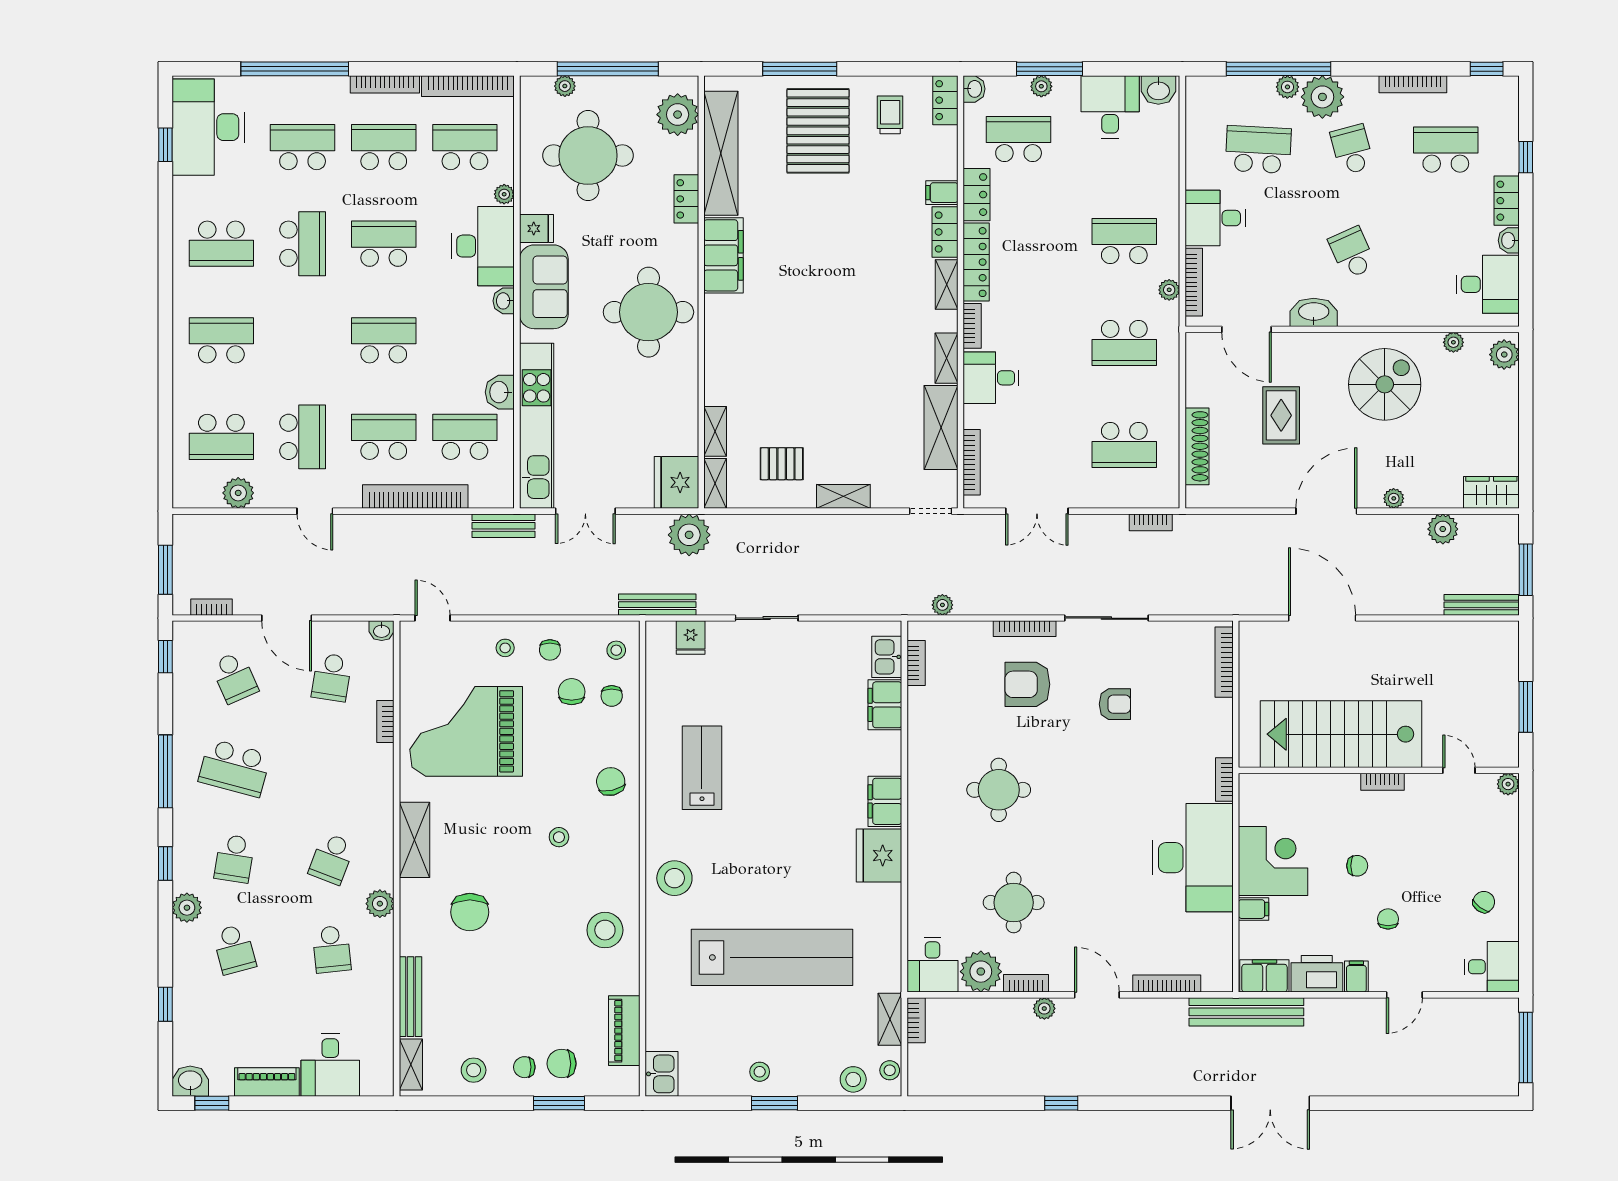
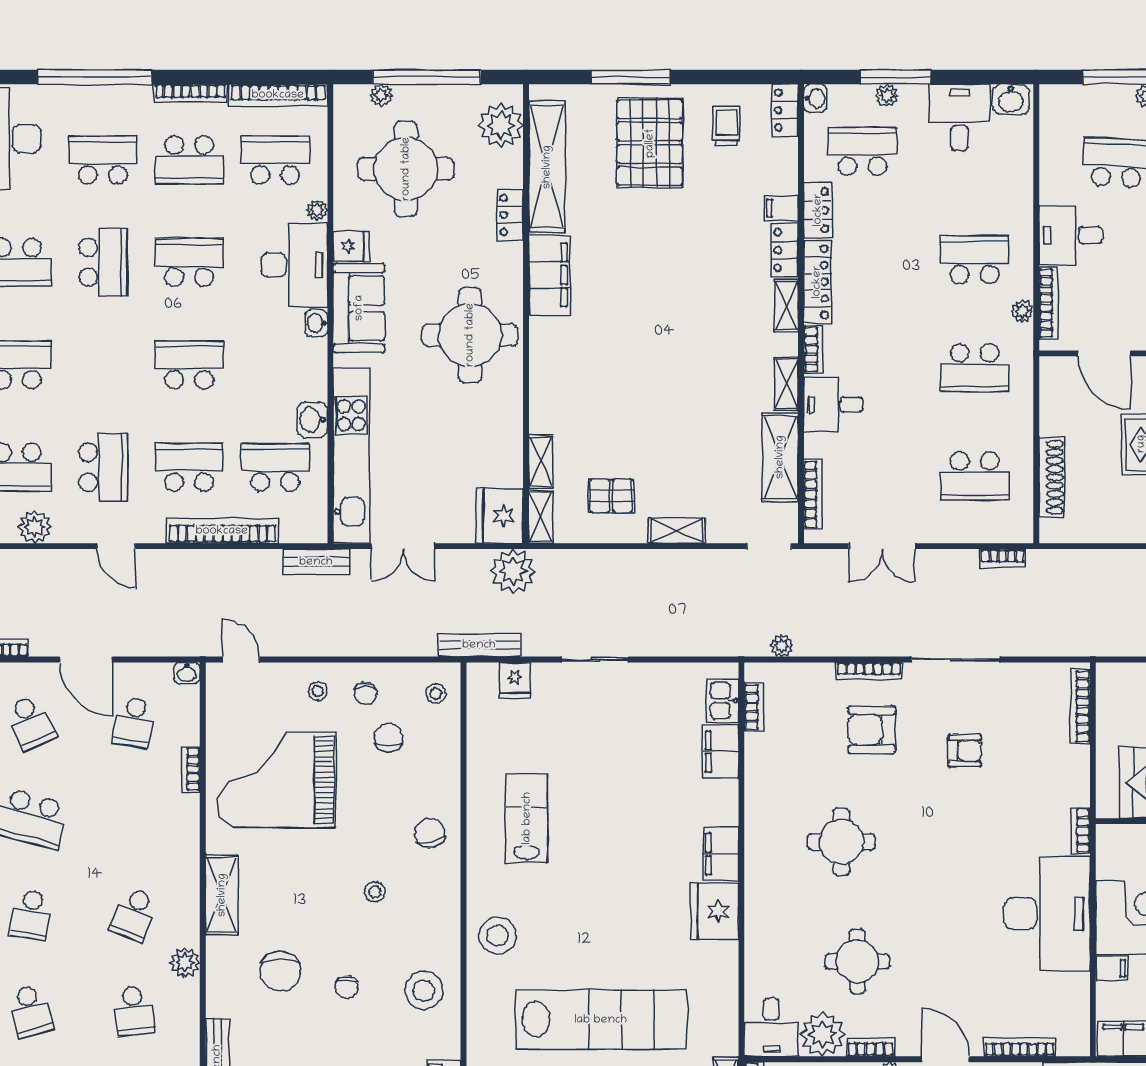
school desk: (384, 147) -> (189, 160), turned 180
chair: (612, 696) -> (346, 987), moved

